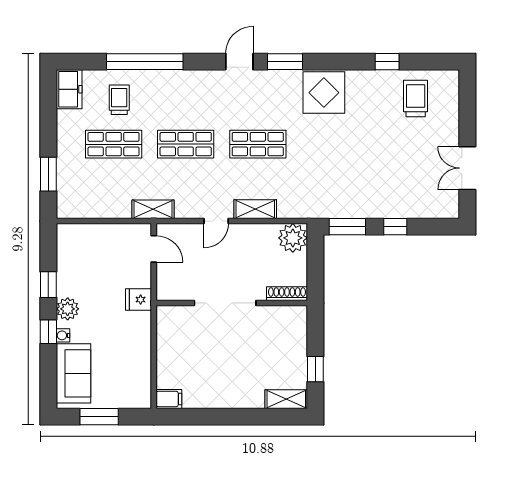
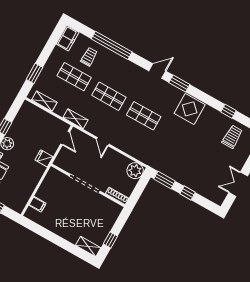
shelving: (255, 209) -> (44, 101), moved
door: (216, 221) -> (103, 142), hinge flipped
filing cabinet: (169, 399) -> (37, 204), moved

